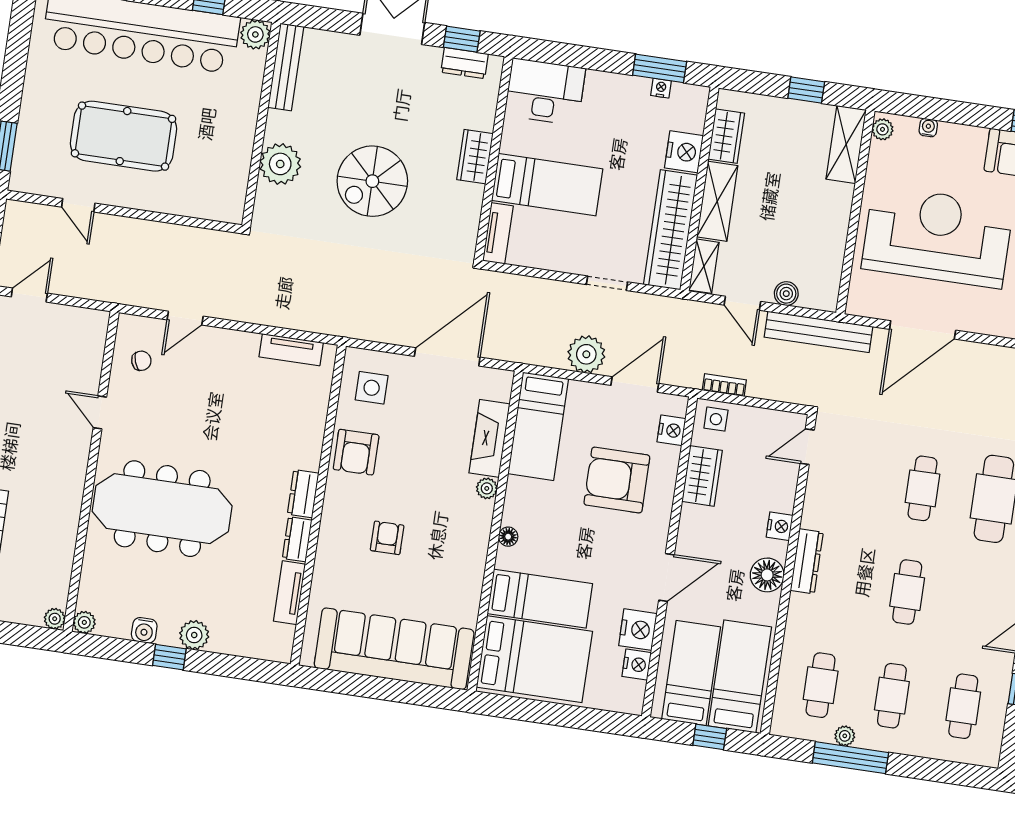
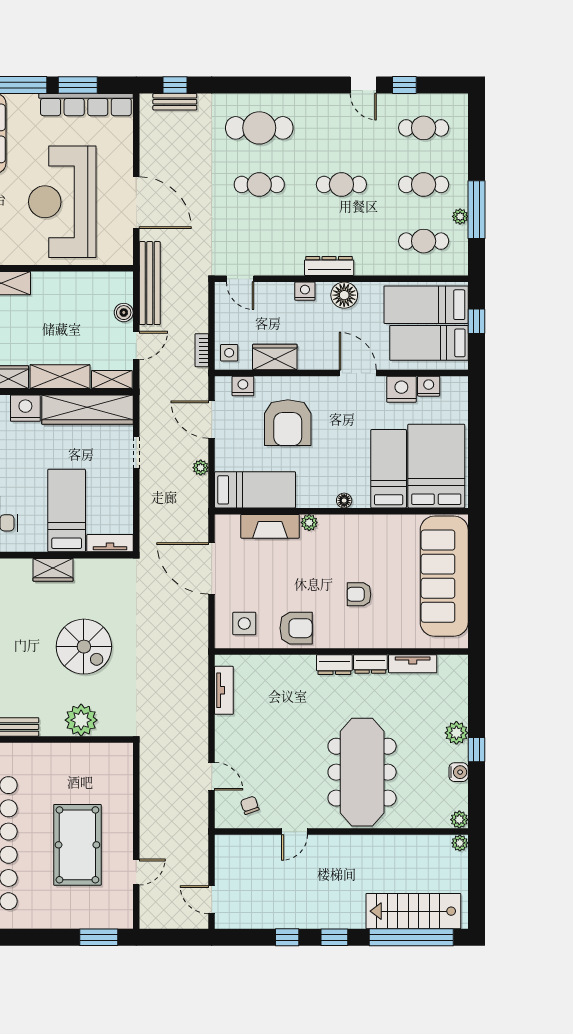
plant: (586, 354) -> (201, 468), width x0.53, depth x0.53

